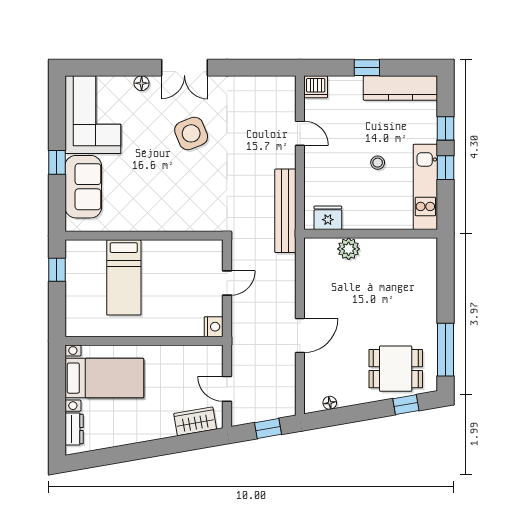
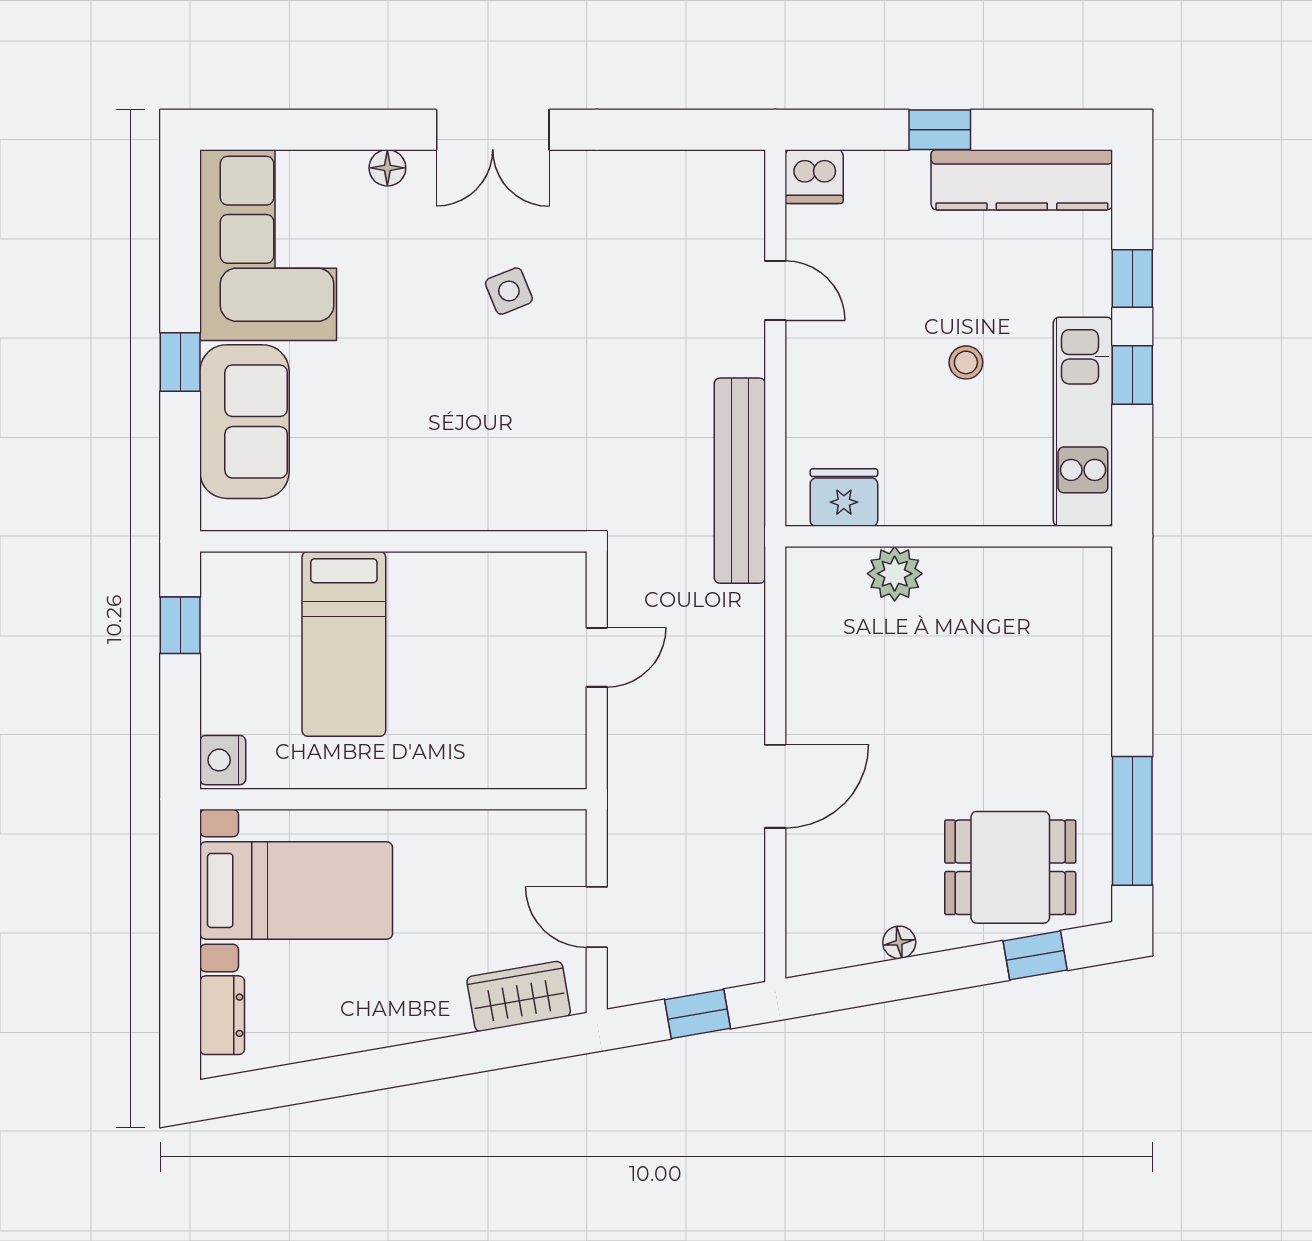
side table: (191, 133) -> (509, 291), width x0.54, depth x0.54
nightstand: (214, 327) -> (223, 760), moved, turned 180
floor lamp: (330, 403) -> (899, 942), moved

